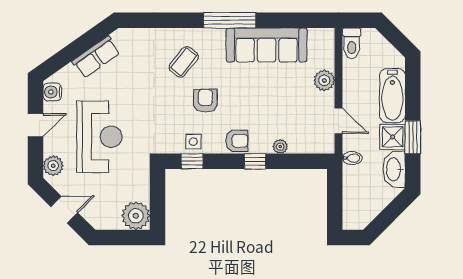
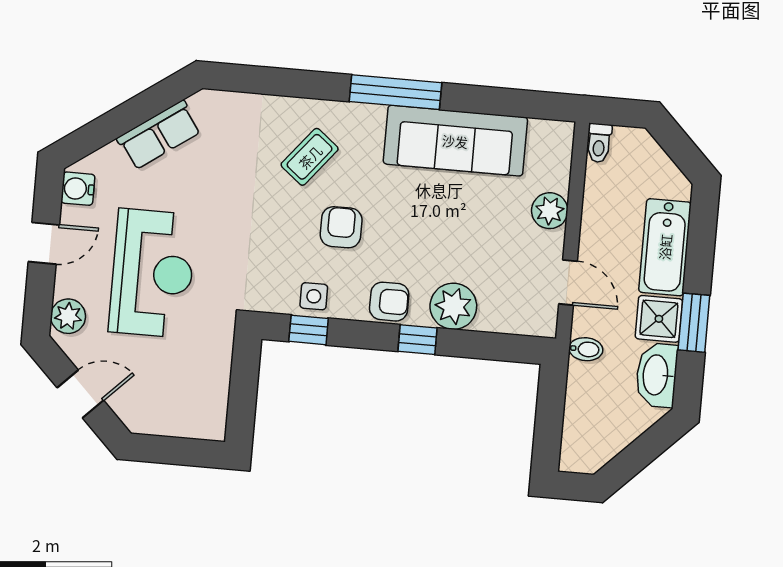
toilet: (352, 43) -> (599, 143), width x0.73, depth x0.72
plant: (280, 147) -> (453, 306), width x1.87, depth x1.87
plant: (136, 216) -> (203, 415), removed

